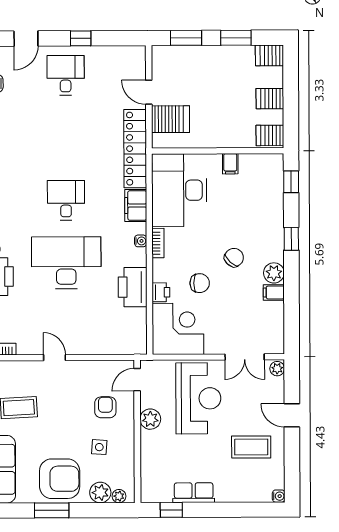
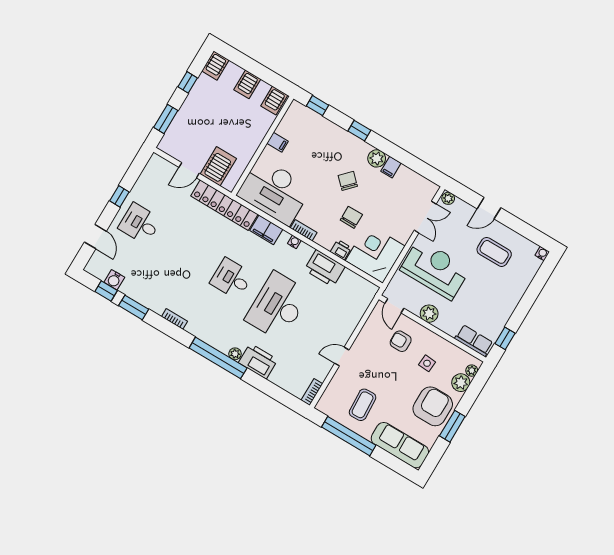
window: (236, 38) -> (188, 82), width x0.67
coffee table: (251, 447) -> (494, 252), turned 90
row of seats: (194, 493) -> (474, 341), moved, turned 90

